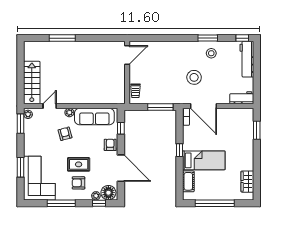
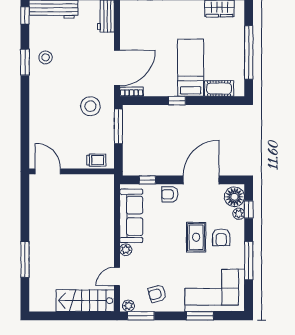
stool: (194, 77) -> (90, 106), moved
door: (50, 106) -> (117, 277), hinge flipped
armchair: (65, 134) -> (157, 294), moved

